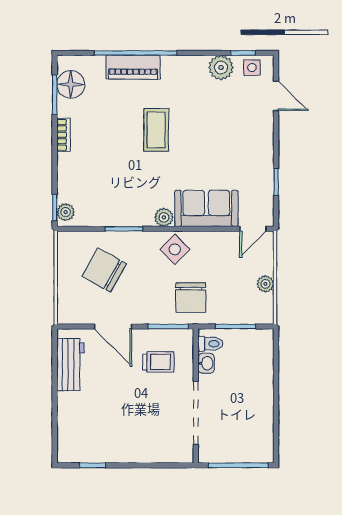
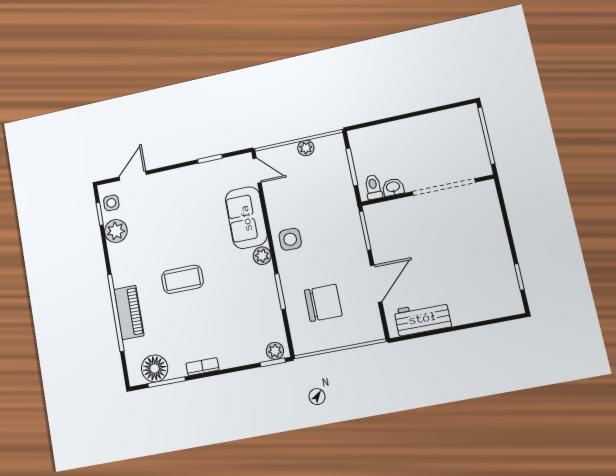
side table: (175, 249) -> (290, 239), turned 45
chair: (104, 270) -> (323, 303), turned -119
chair: (191, 298) -> (333, 215), removed
trolley: (158, 362) -> (402, 233), removed

